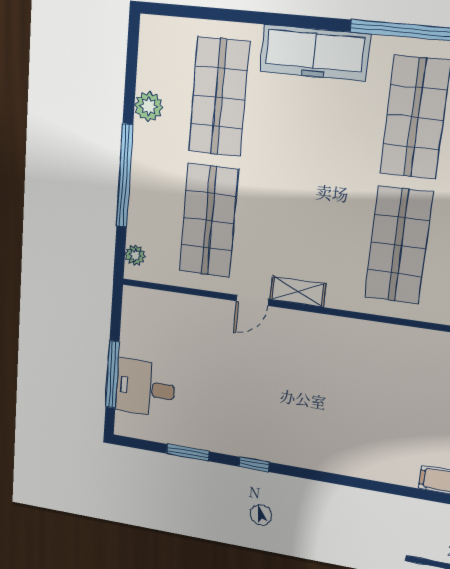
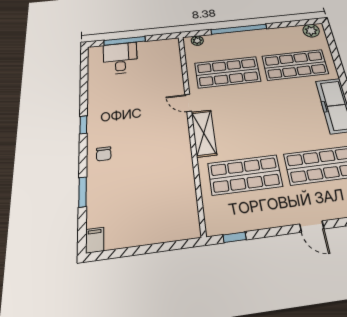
plant: (149, 106) -> (311, 31), moved
shelving: (298, 292) -> (204, 133), width x1.50, depth x1.33
chair: (310, 444) -> (104, 154), added
window: (188, 452) -> (83, 192), moved

